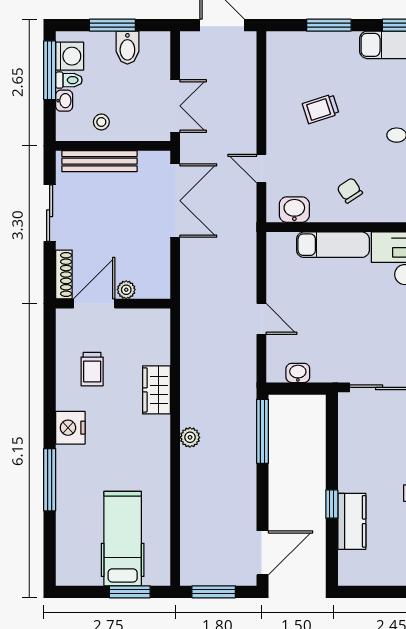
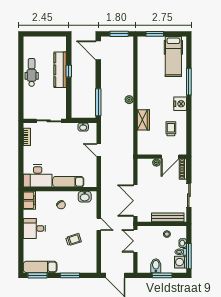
door: (261, 169) -> (99, 224), moved
kitchen counter: (352, 521) -> (60, 70), width x1.50
hospital bed: (123, 539) -> (173, 56), moved
door: (262, 553) -> (98, 50), hinge flipped

